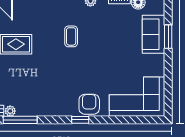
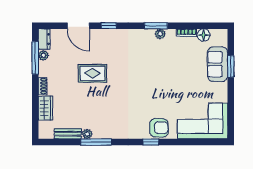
coffee table: (71, 36) -> (143, 66), removed
armchair: (89, 104) -> (159, 128), turned 90

